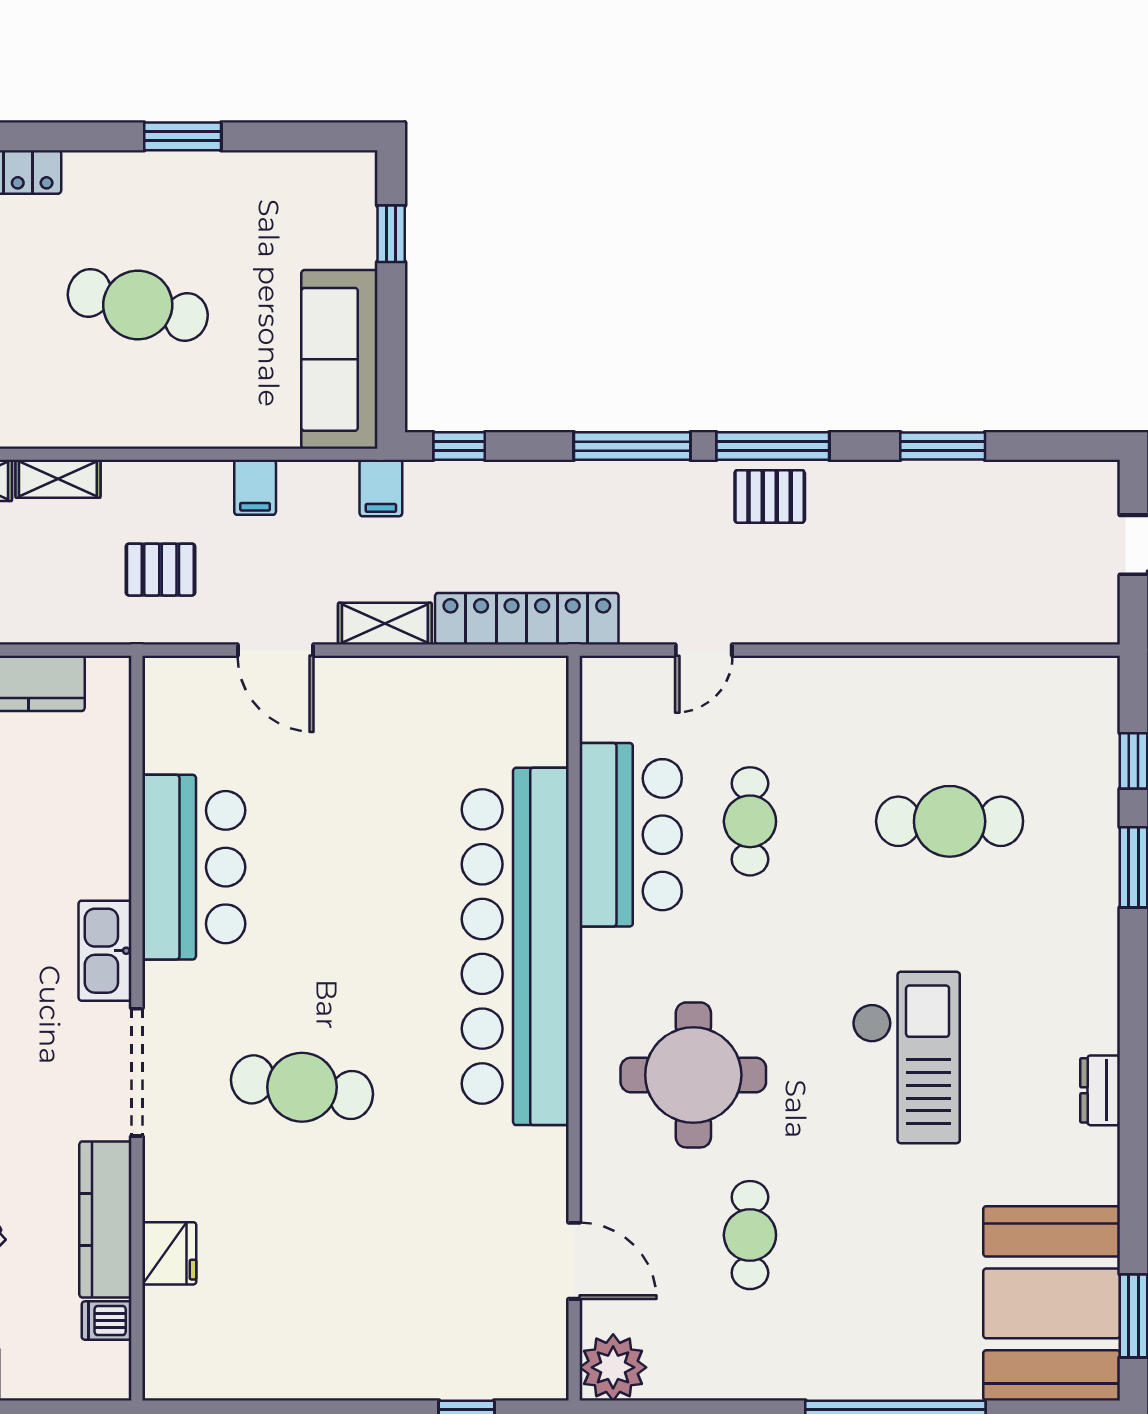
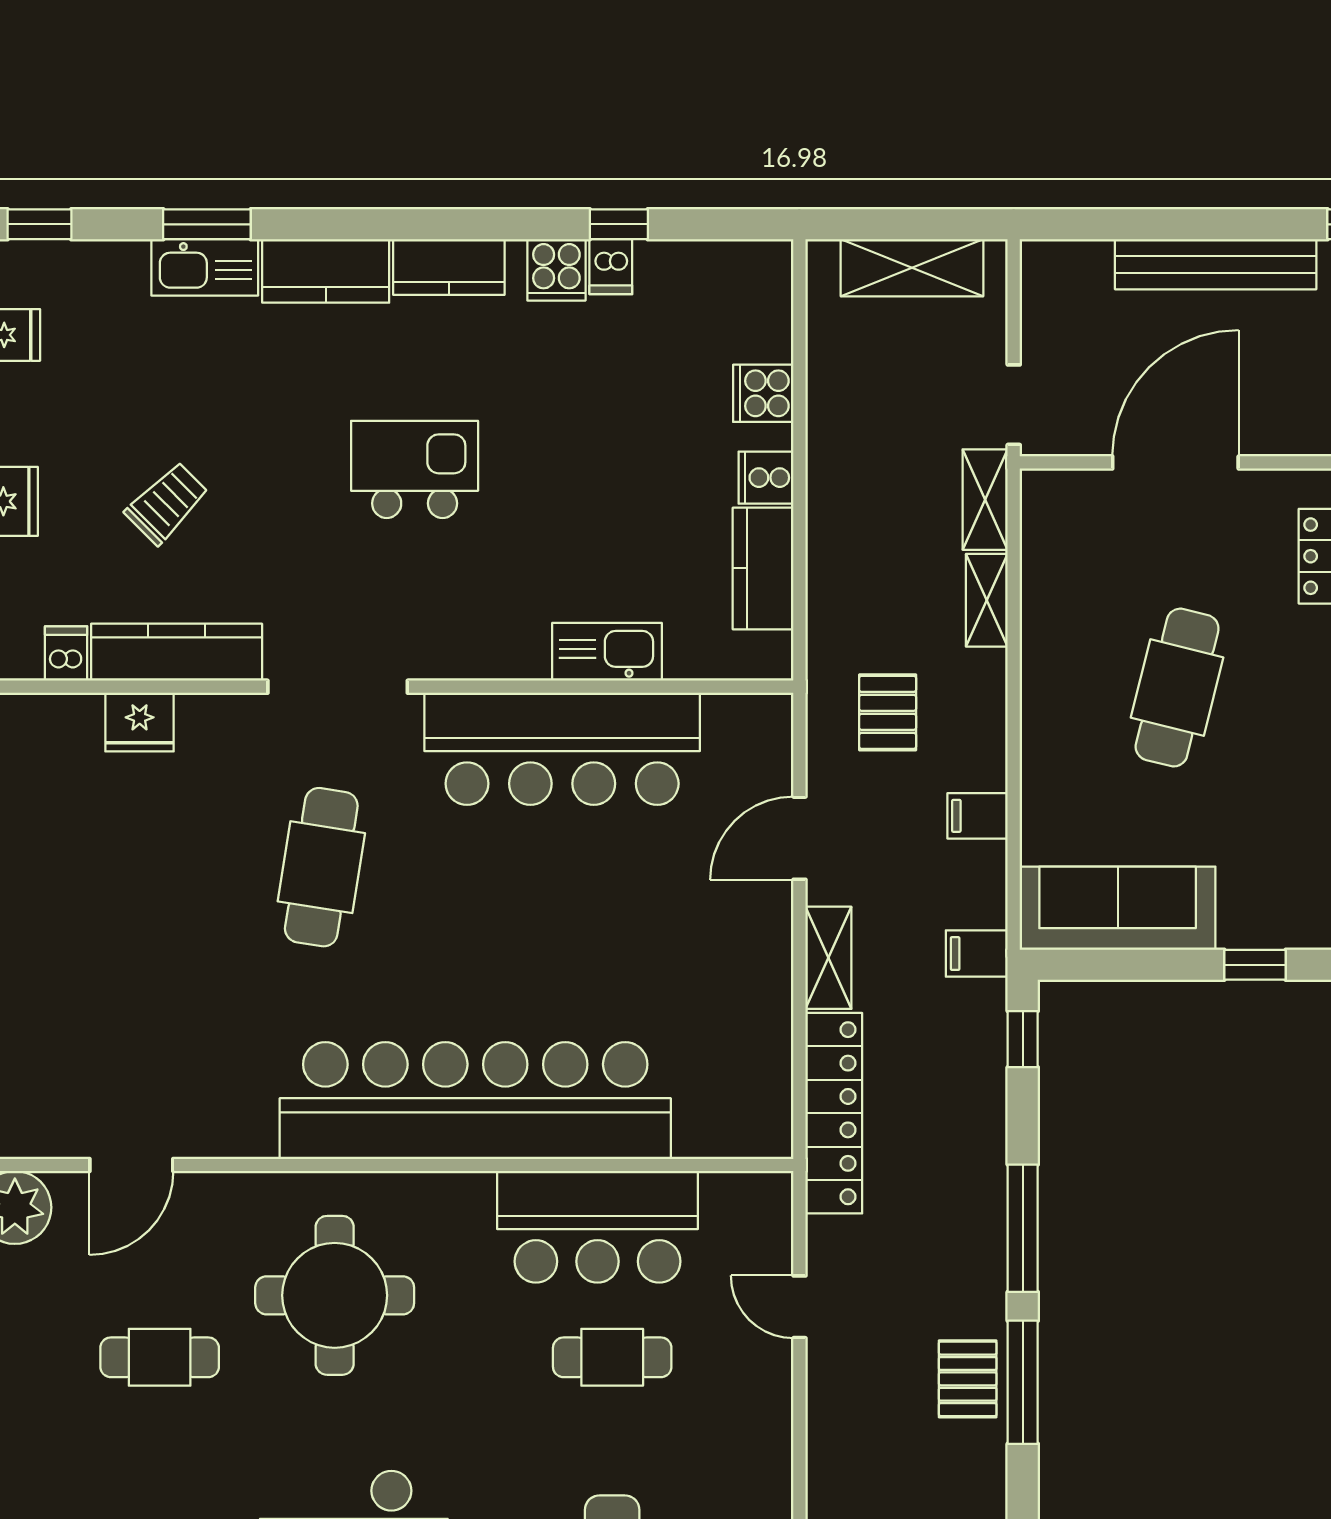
bar counter: (194, 867) -> (562, 749), width x1.36
kitchen sink: (105, 951) -> (607, 652), moved

